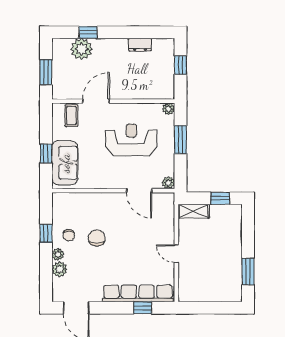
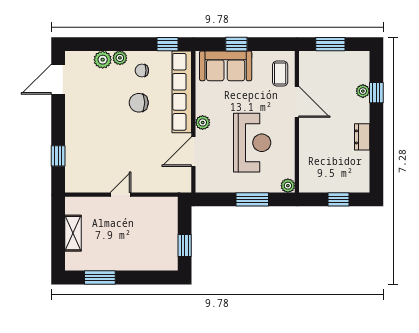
dresser: (140, 45) -> (362, 137), moved
plant: (82, 49) -> (363, 91), width x0.53, depth x0.53
coffee table: (71, 116) -> (280, 74), turned 90
plant: (168, 183) -> (203, 122), moved
shelving: (194, 211) -> (73, 233), moved
window: (46, 233) -> (167, 44), moved
chair: (97, 238) -> (139, 103), turned 180
row of seats: (138, 294) -> (182, 92), moved, turned 180

